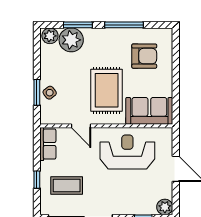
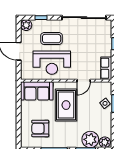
door: (81, 126) -> (84, 81), swing flipped
coffee table: (67, 185) -> (52, 39), moved

